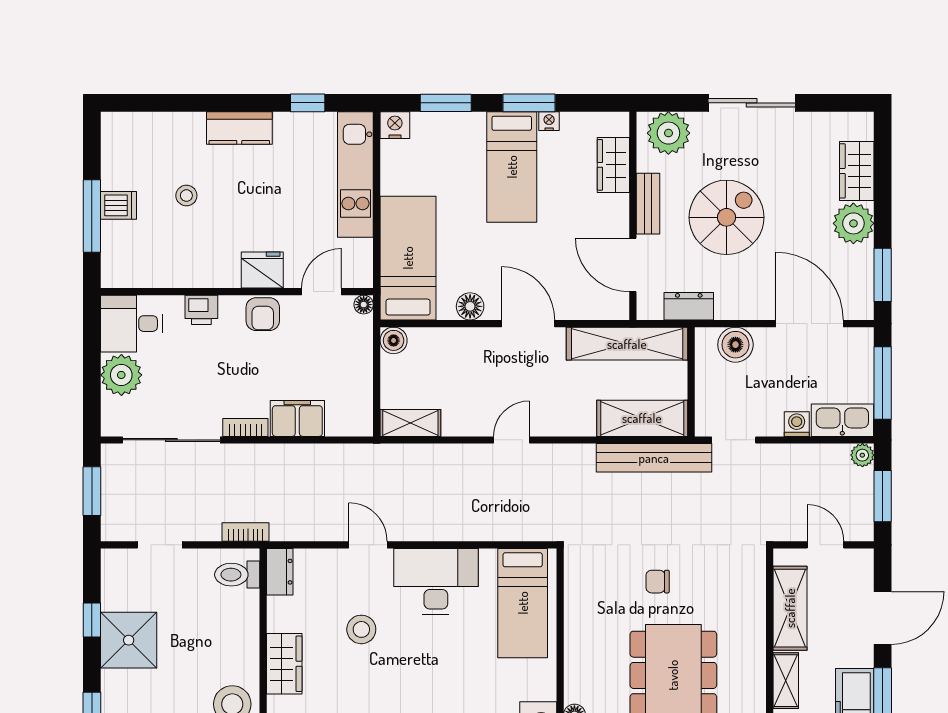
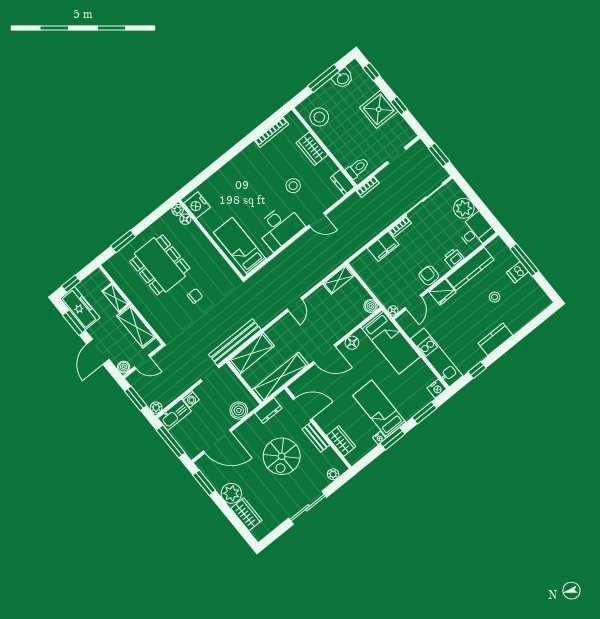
plant: (668, 133) -> (333, 474), width x0.53, depth x0.53
kitchen counter: (189, 271) -> (470, 269), added
boiler: (862, 561) -> (124, 367), added

